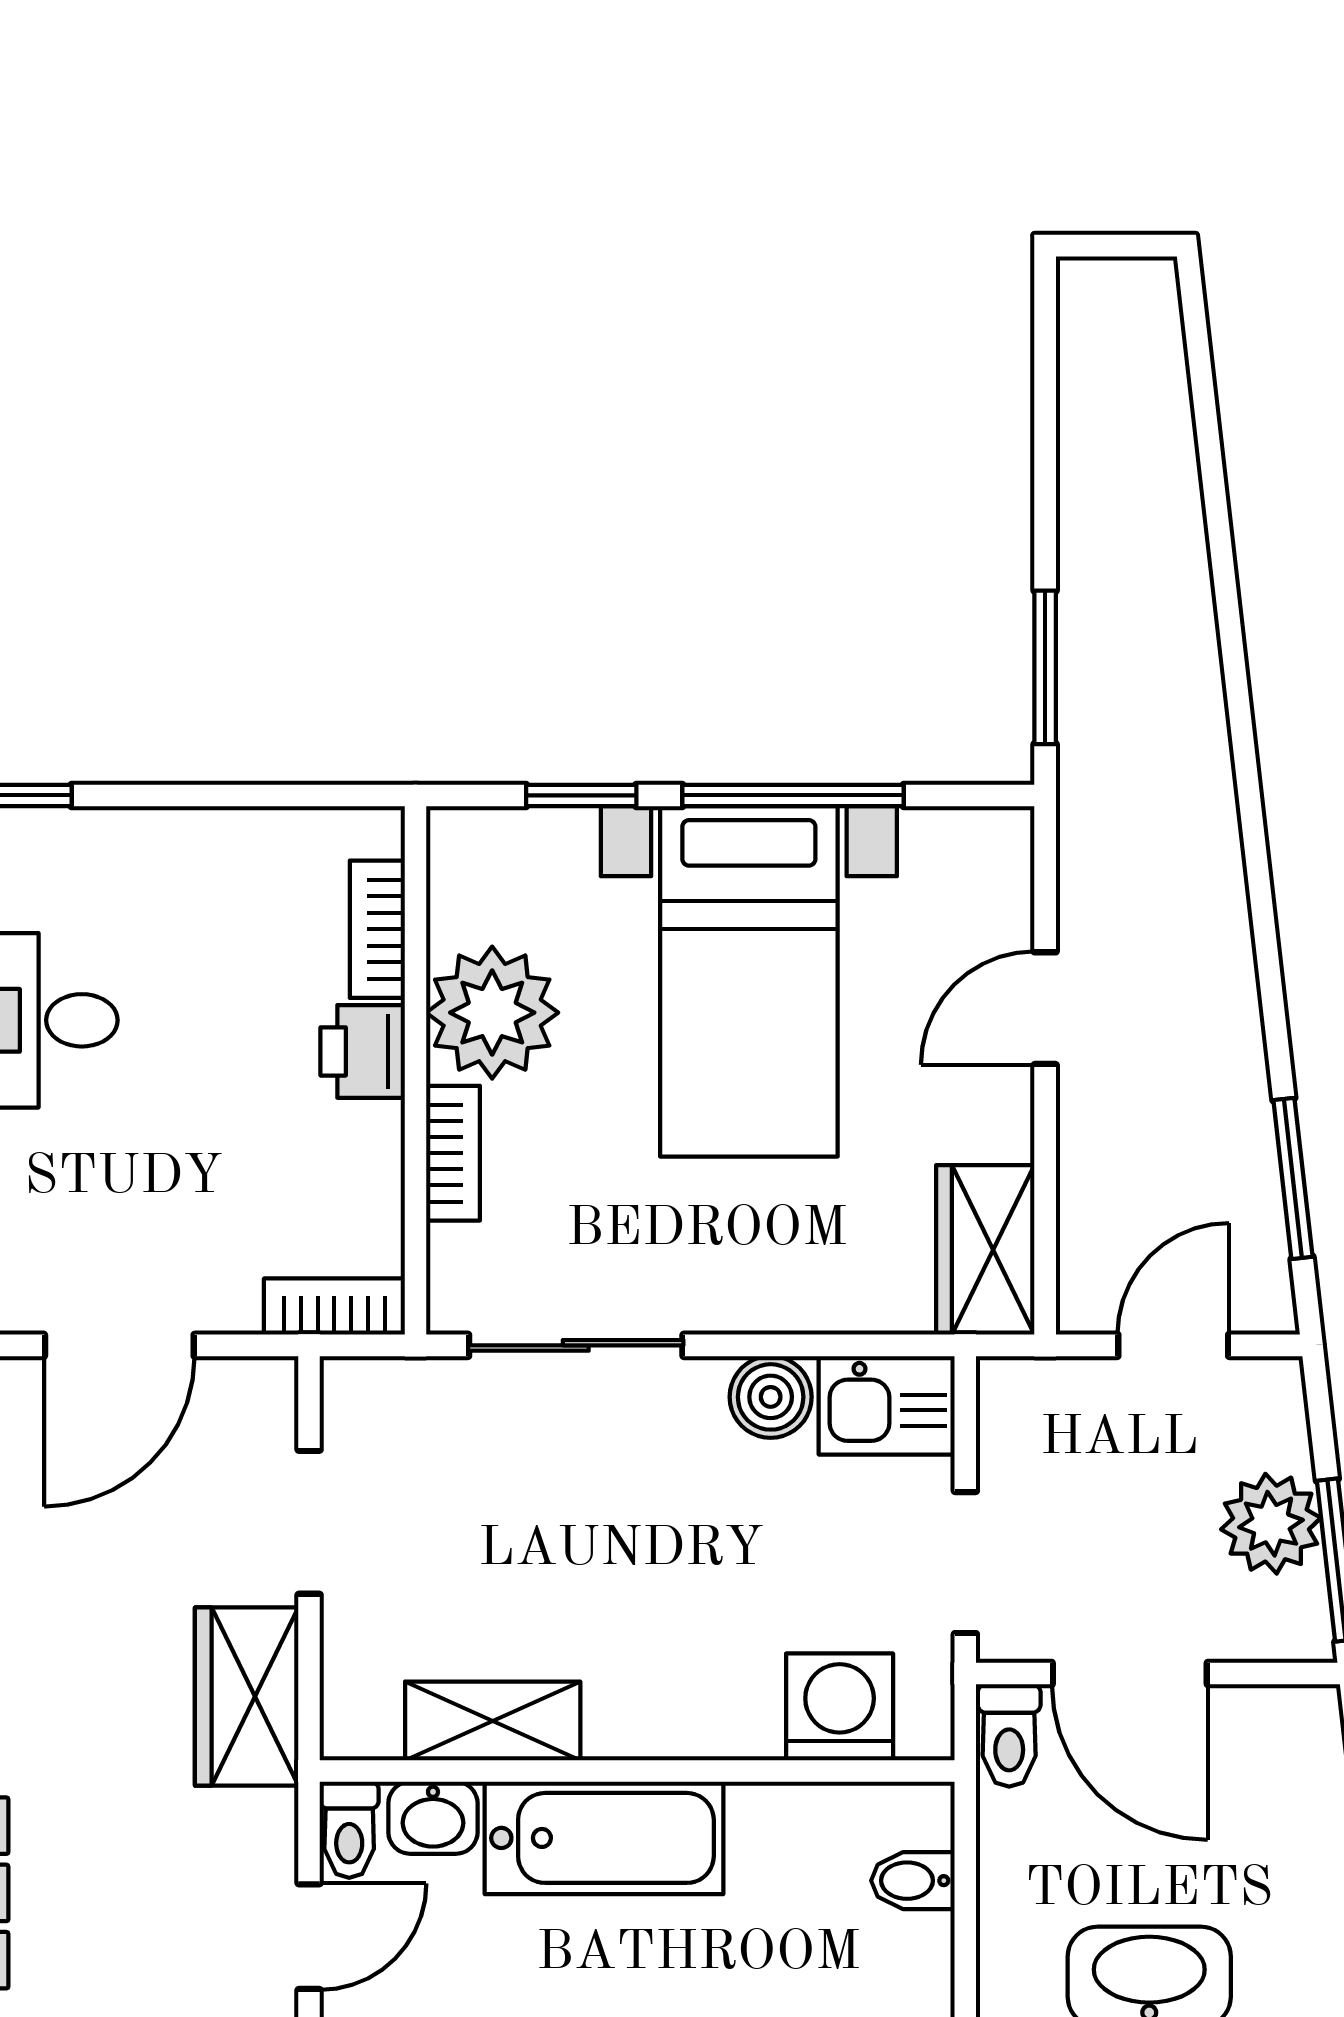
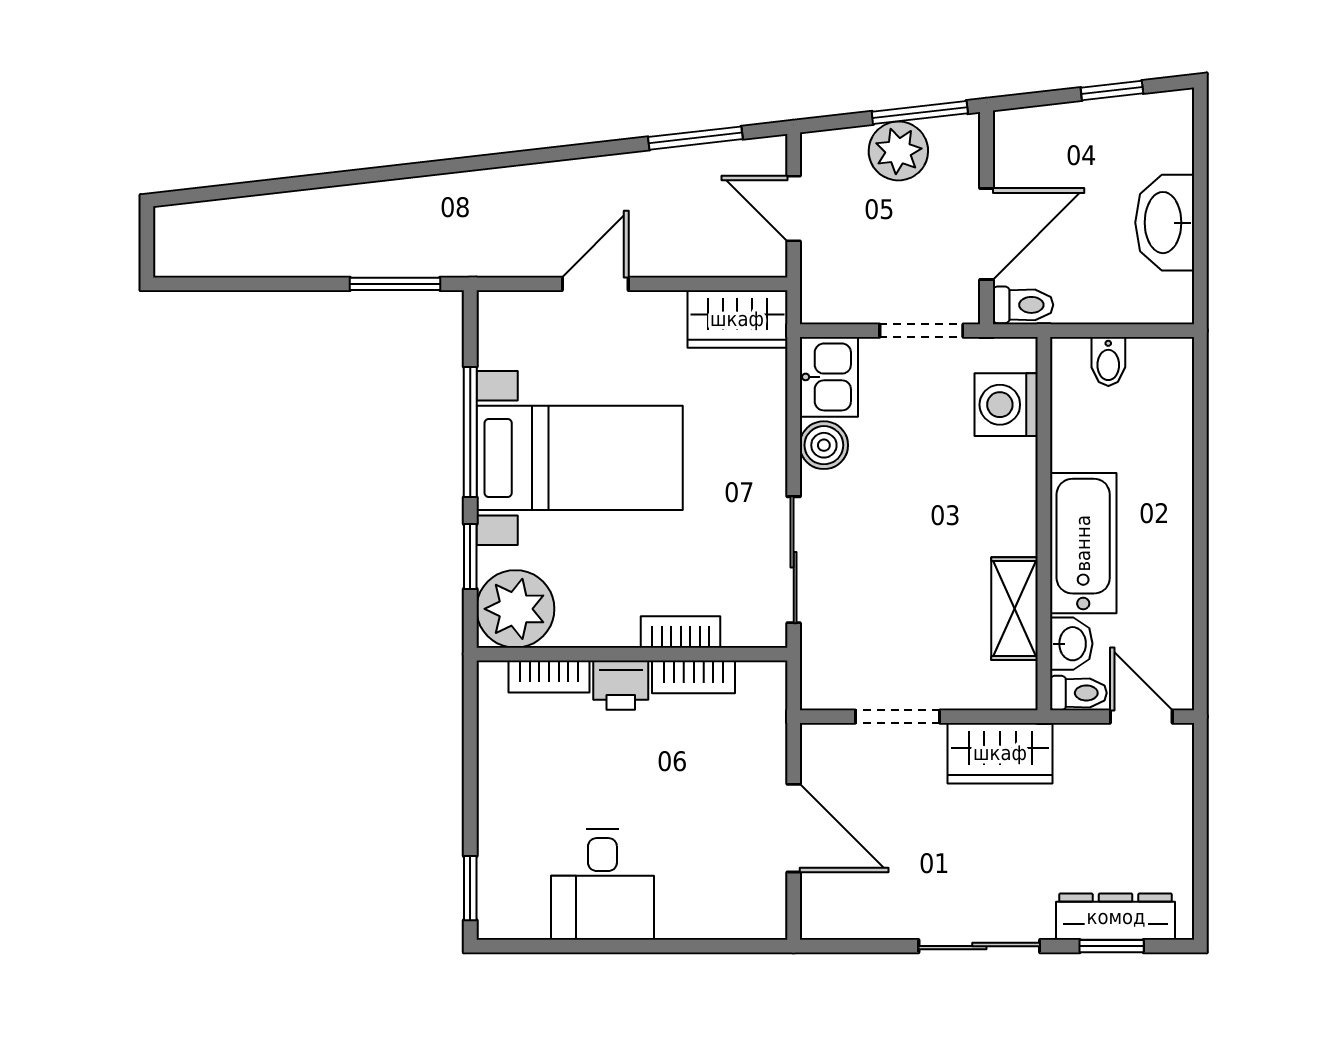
door: (1045, 1008) -> (595, 284), swing flipped
plant: (492, 1013) -> (515, 609), moved
bookcase: (334, 1307) -> (694, 677), moved, turned -90

